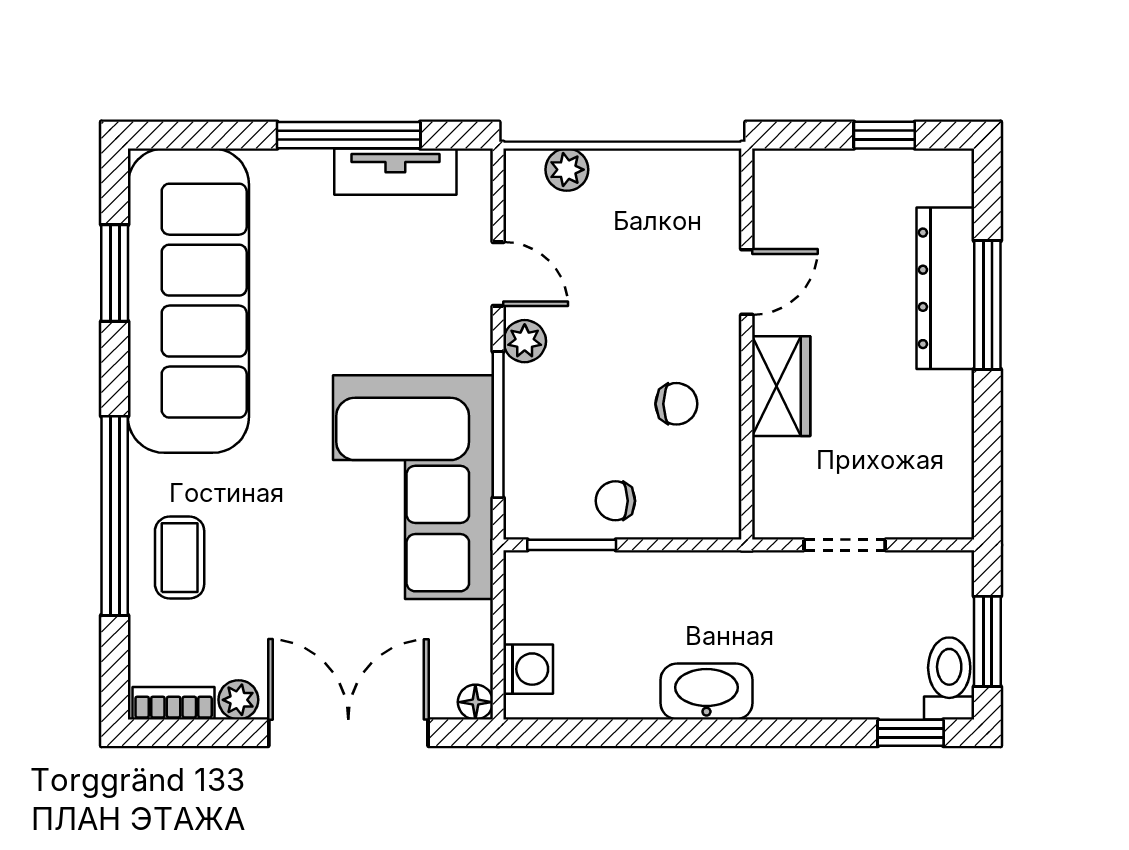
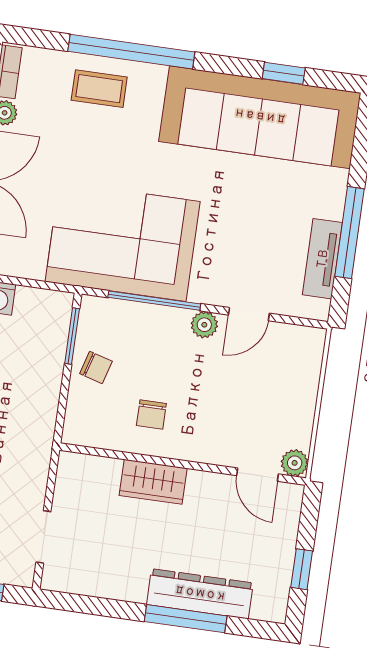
plant: (567, 170) -> (295, 463), moved
window: (115, 273) -> (284, 73), width x0.67
door: (747, 282) -> (258, 475), moved
chair: (615, 501) -> (96, 367), turned 106
doorway: (845, 545) -> (43, 537), moved

